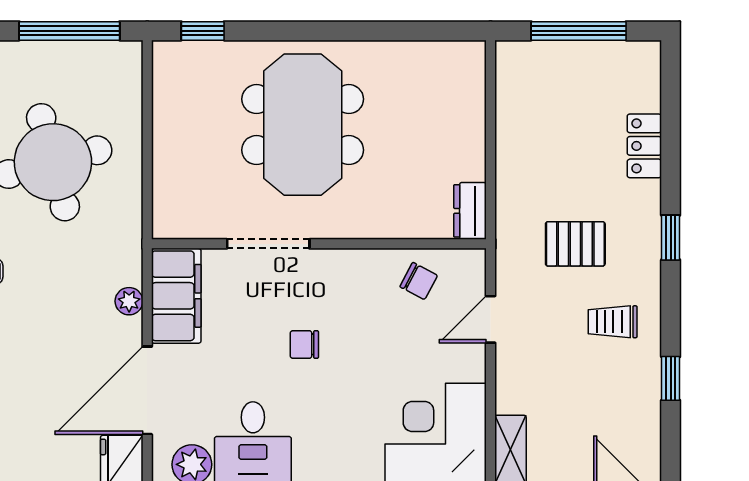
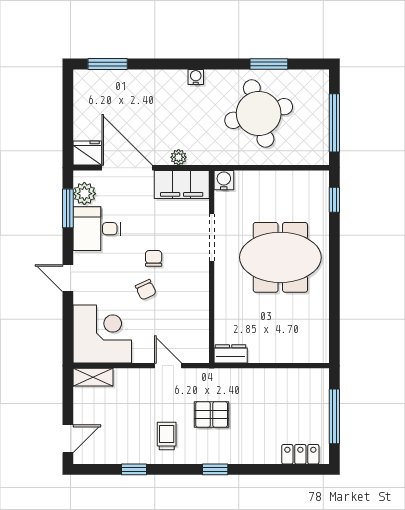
locker: (644, 146) -> (300, 454), moved
water cooler: (168, 223) -> (224, 180), added
pallet: (575, 244) -> (212, 414), turned 90
chair: (419, 281) -> (146, 290), moved, turned -53

